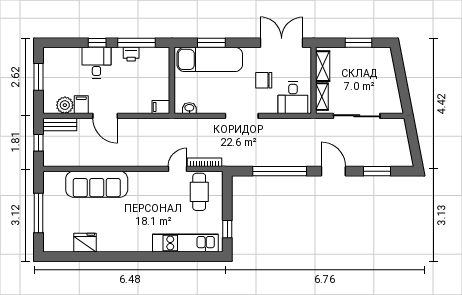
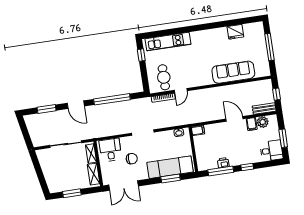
desk: (96, 63) -> (271, 151), moved, turned -90

